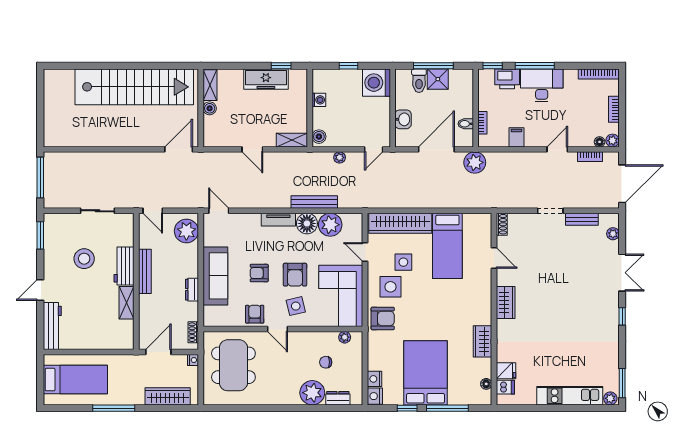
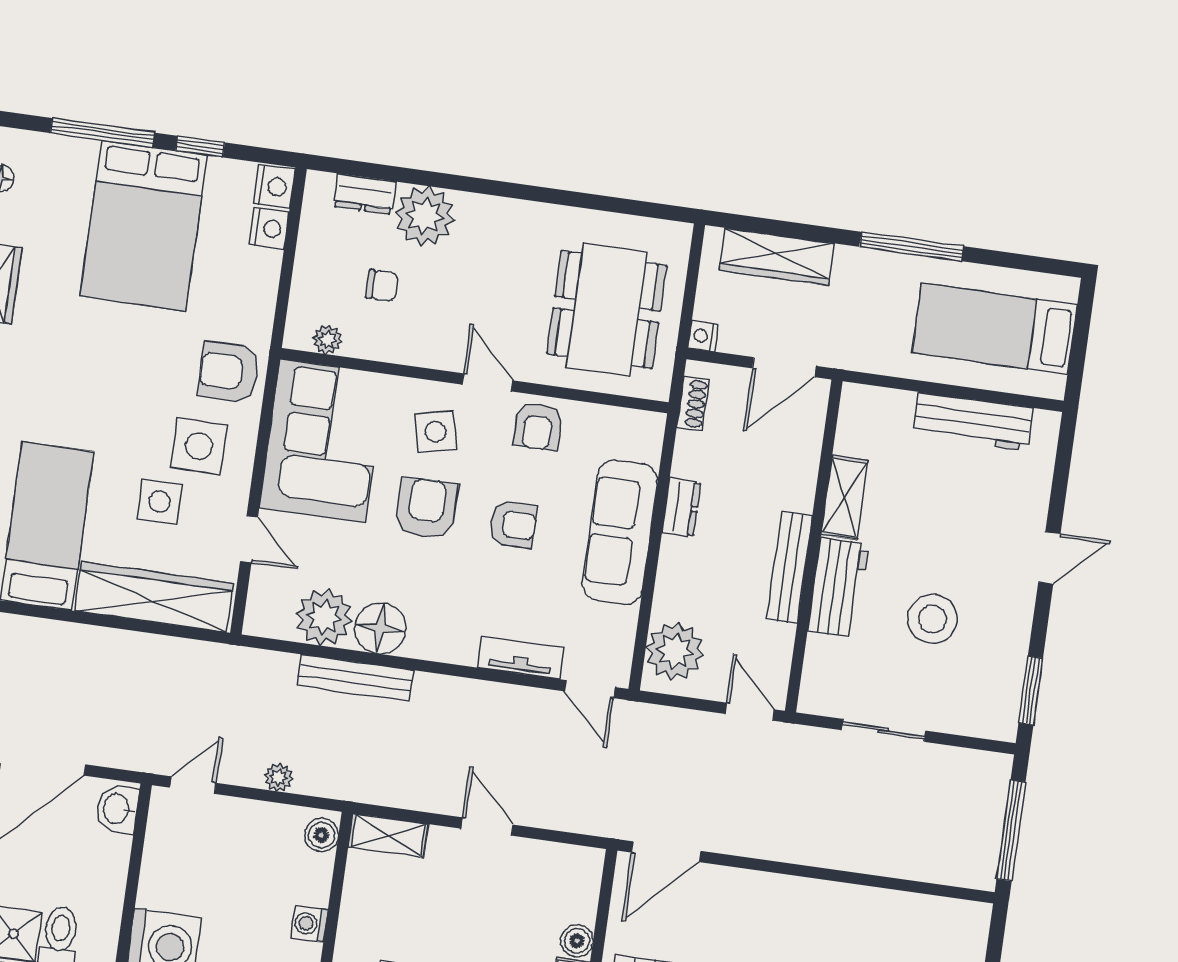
washbasin: (403, 119) -> (117, 809), moved
tv unit: (278, 220) -> (521, 658), moved
workbench: (52, 326) -> (973, 421), moved, turned -90

